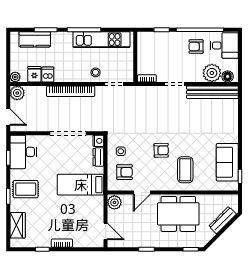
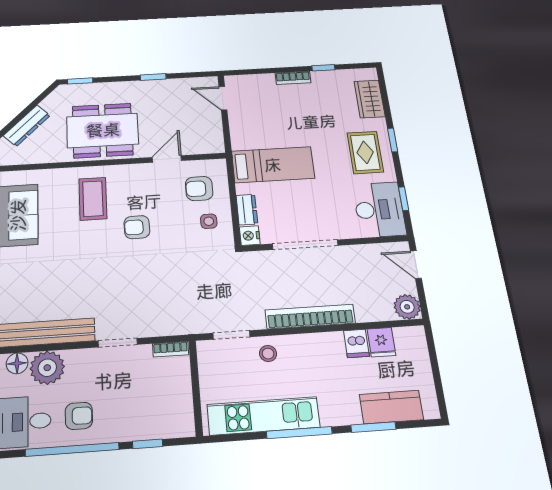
plant: (15, 77) -> (416, 335), removed
rug: (26, 189) -> (365, 152), turned 90
plant: (114, 202) -> (212, 141), removed

